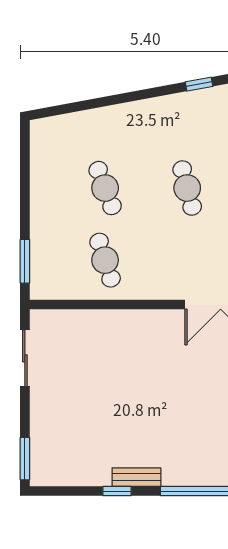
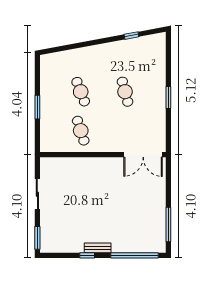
window: (25, 261) -> (37, 107), moved
sliding door: (25, 358) -> (37, 194), moved

